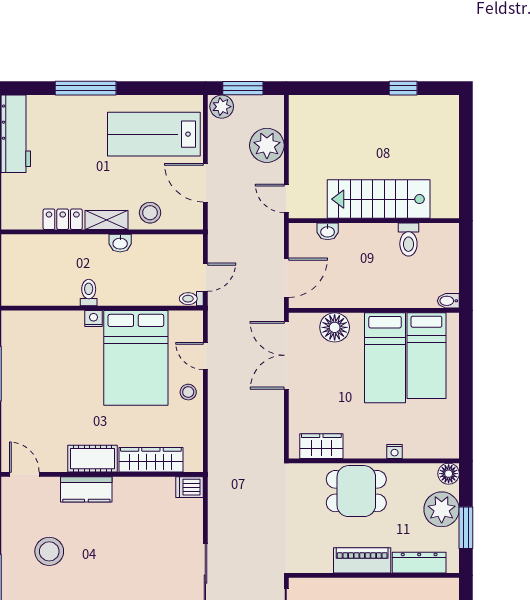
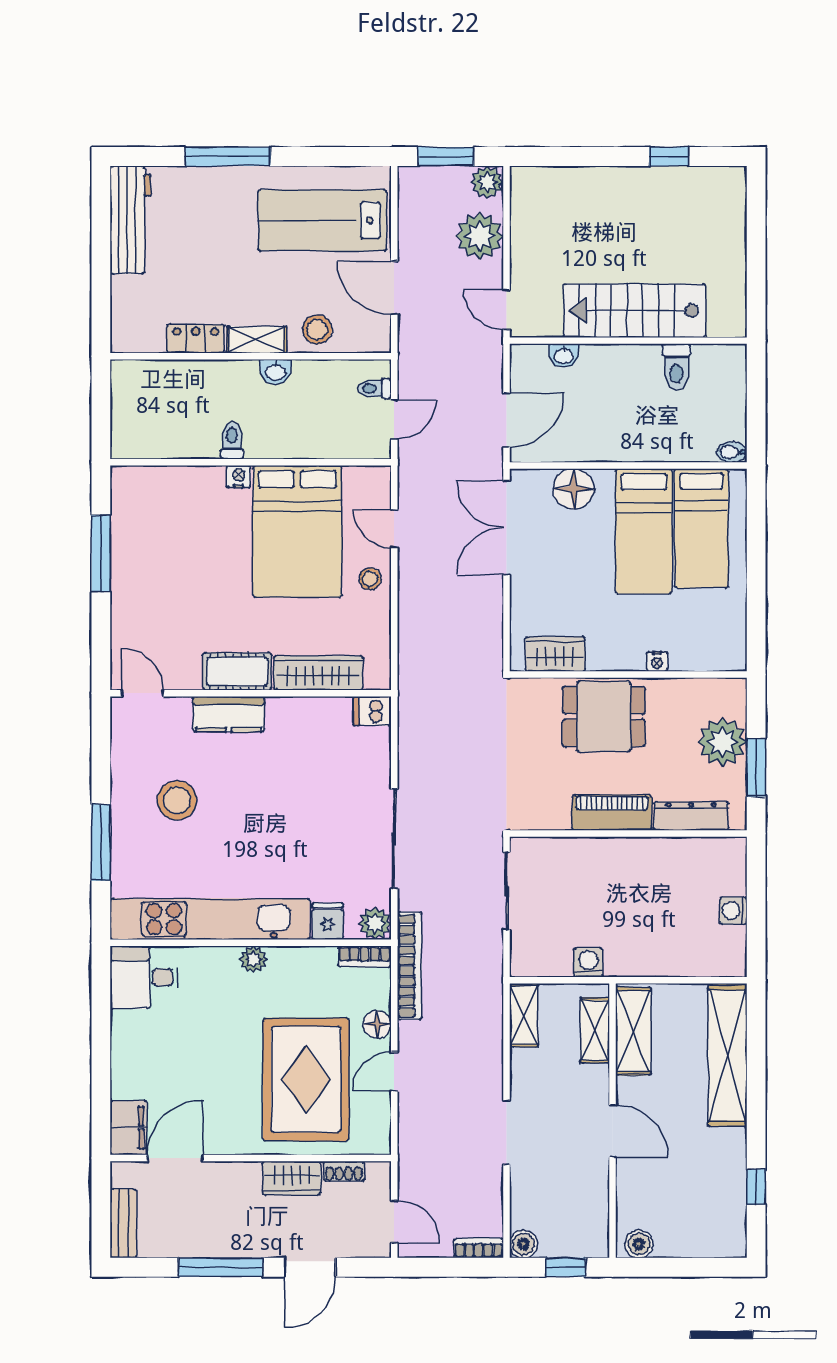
plant: (222, 107) -> (487, 182), moved
toilet: (191, 299) -> (375, 388), moved
floor lamp: (449, 474) -> (732, 692), removed

